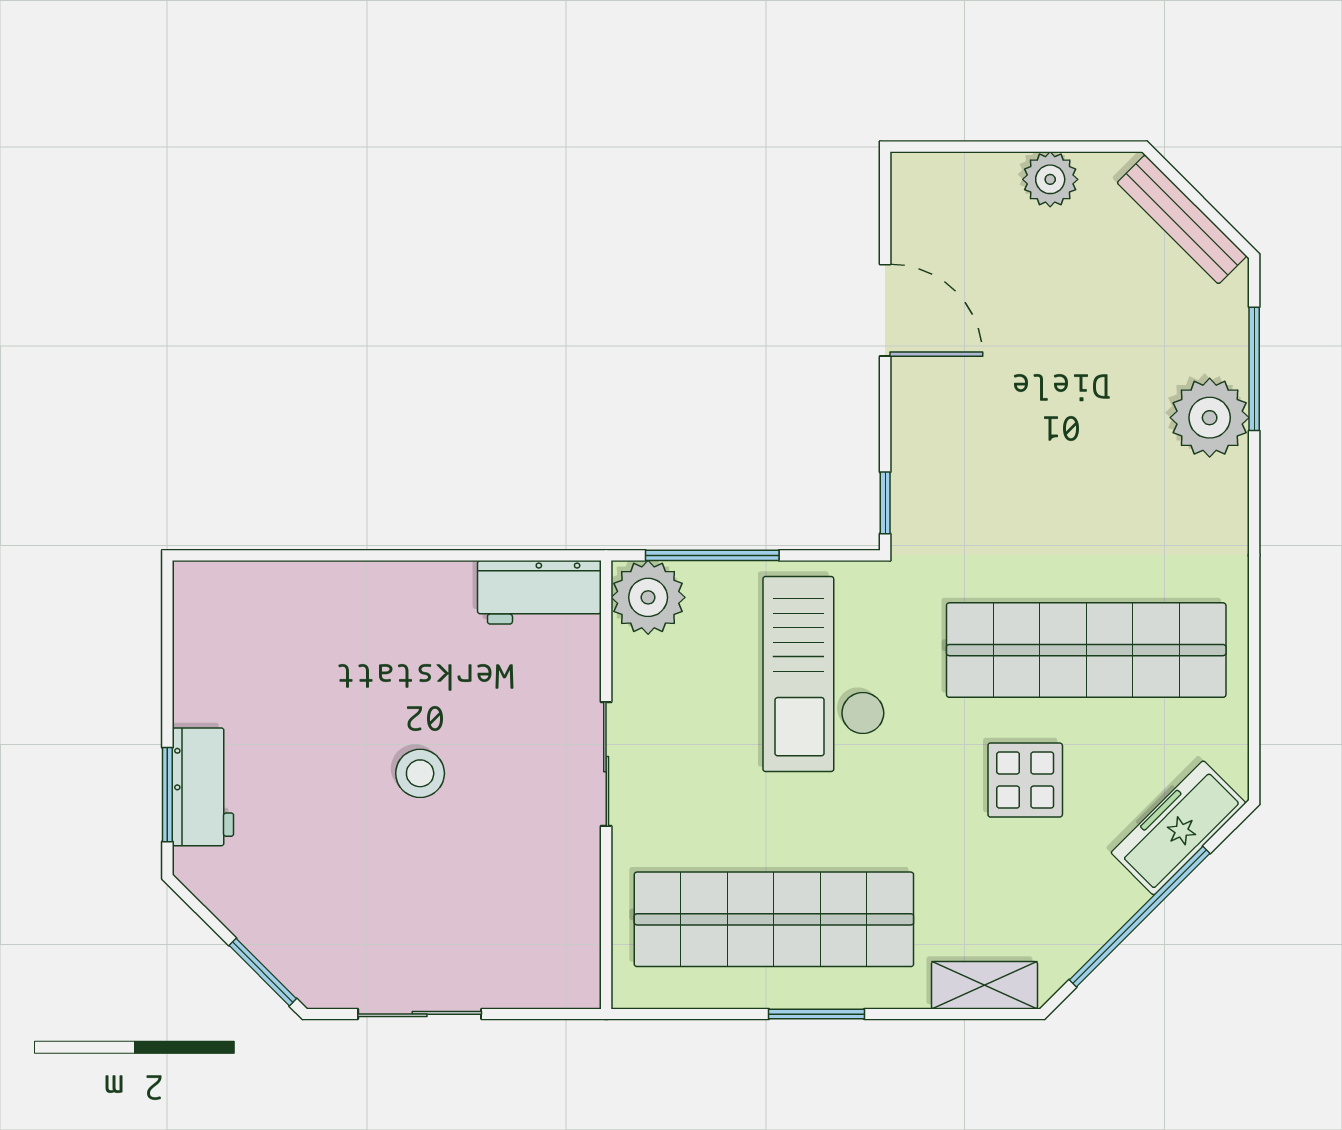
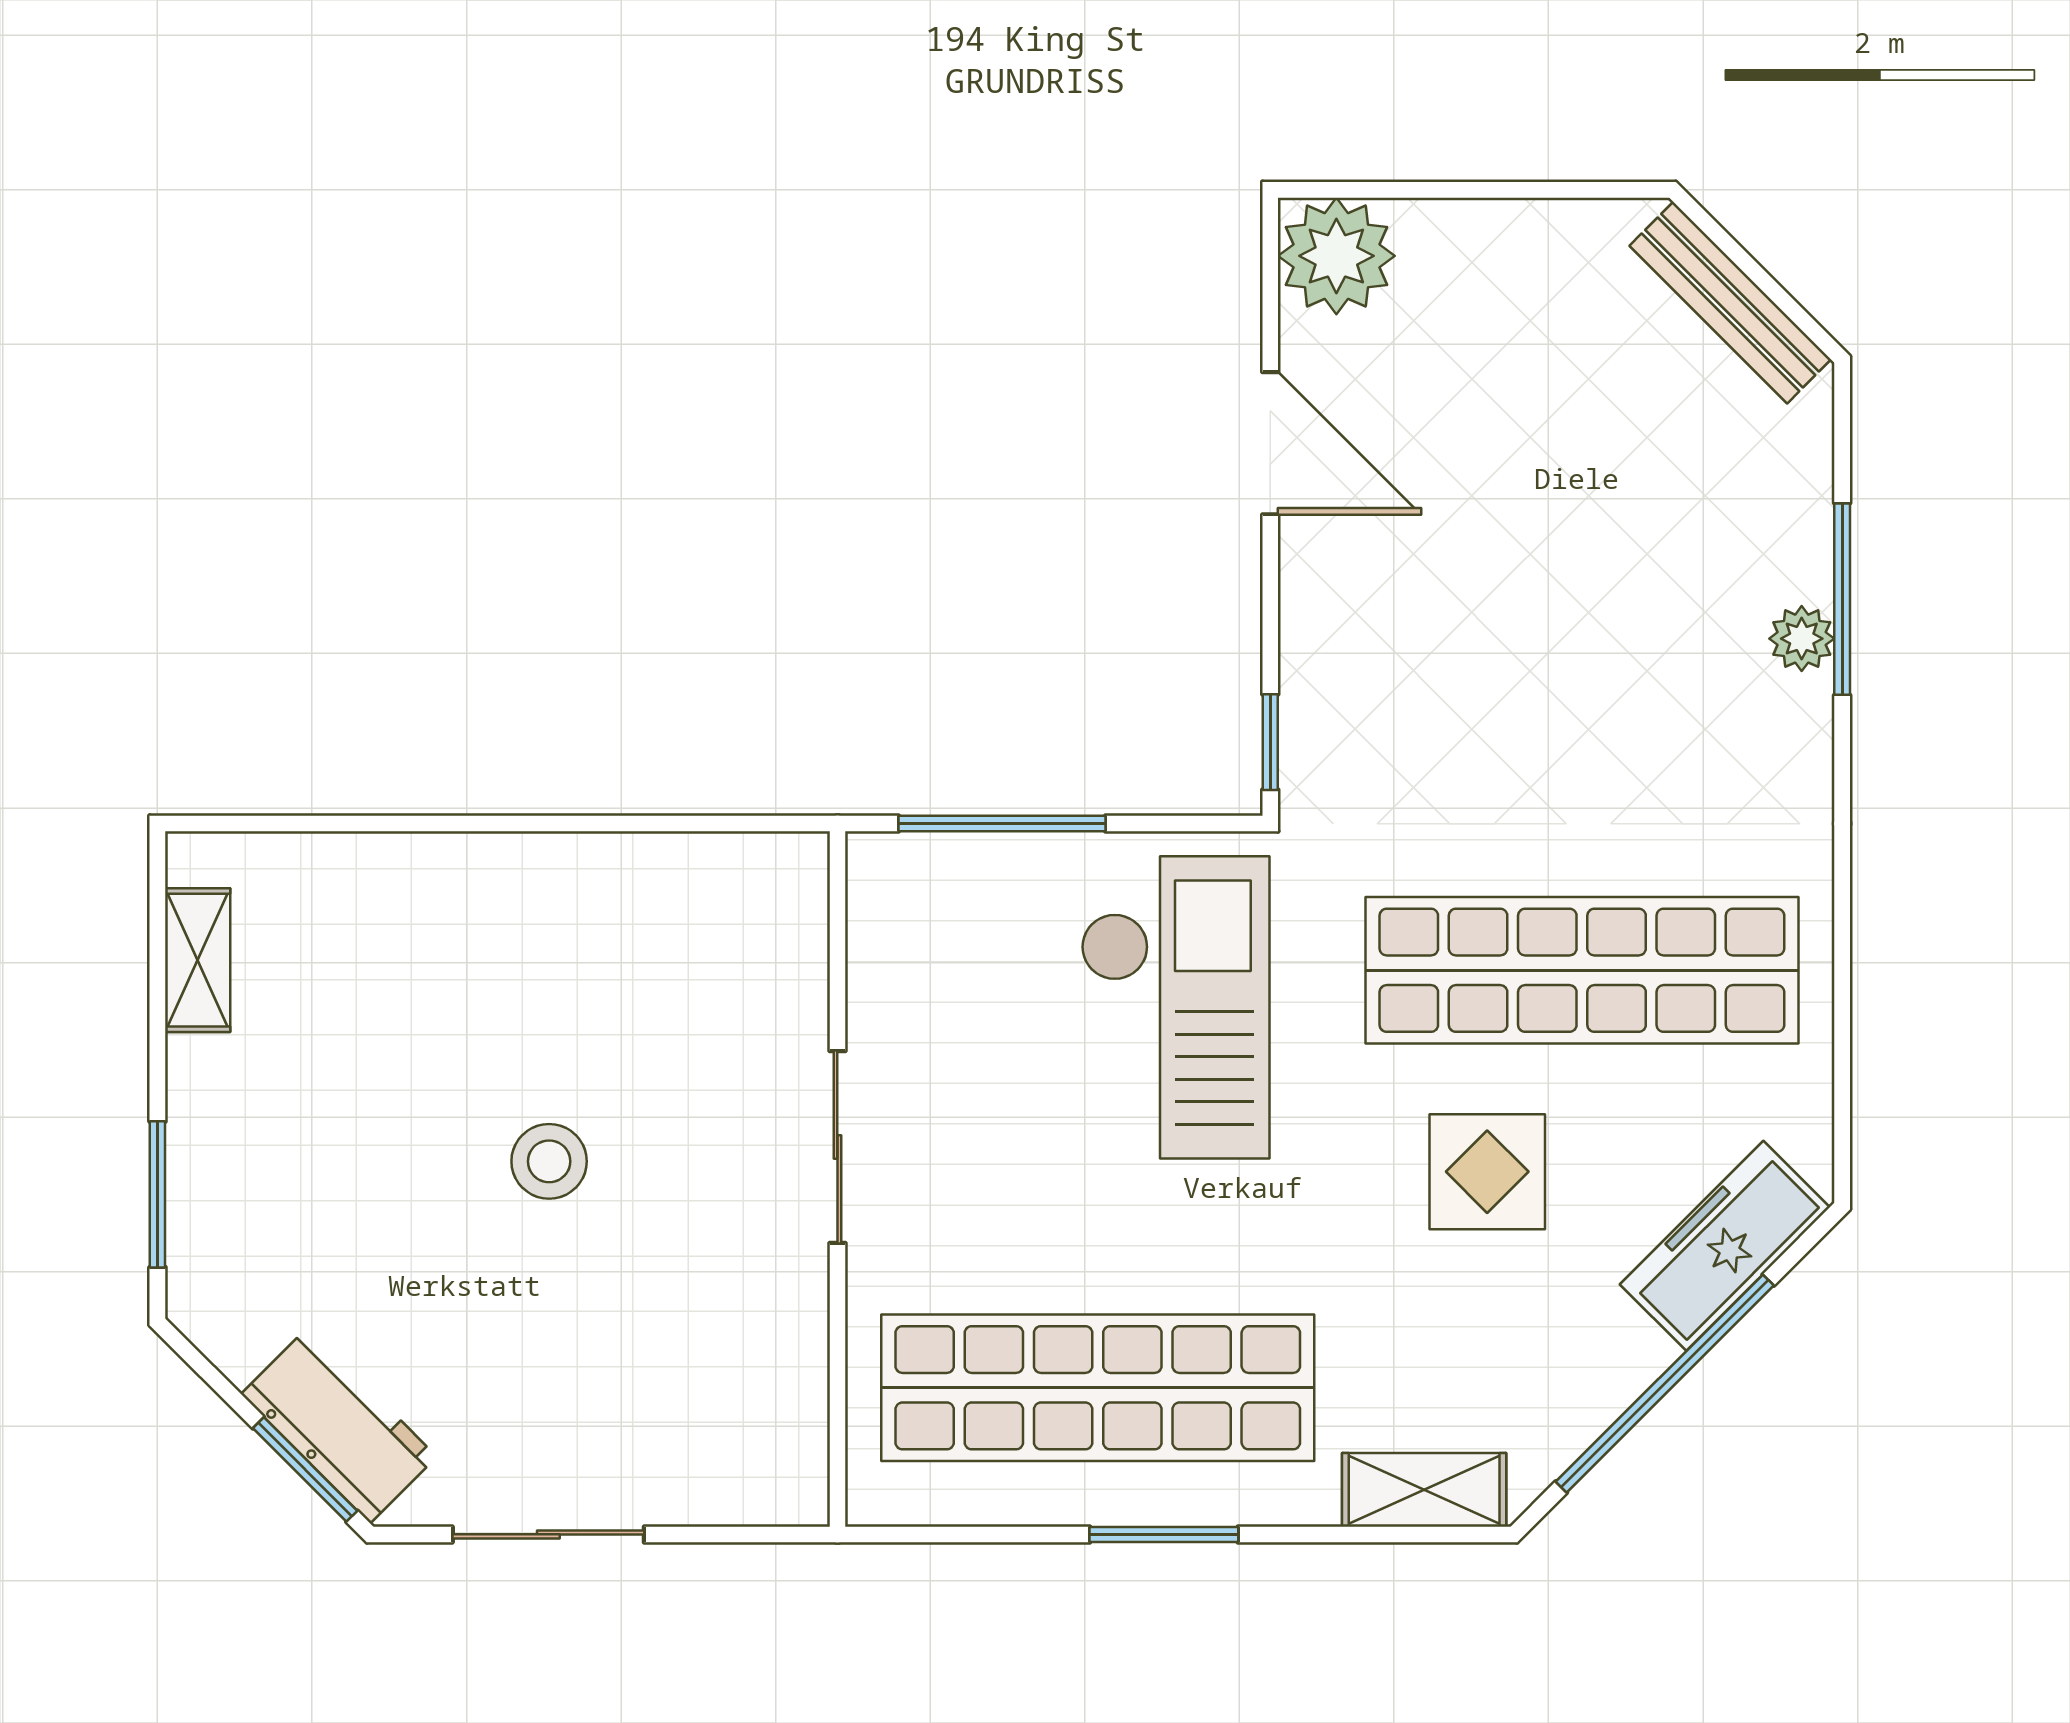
plant: (1050, 179) -> (1336, 256), moved, width x1.36, depth x1.36
window: (1254, 369) -> (1842, 599), moved
plant: (1210, 418) -> (1802, 639), width x0.53, depth x0.53
workbench: (539, 592) -> (734, 881), removed
plant: (648, 597) -> (903, 889), removed
shelving: (193, 644) -> (198, 960), added
checkout: (824, 674) -> (1175, 1007), turned 180
workbench: (203, 787) -> (339, 1425), moved, turned -45

